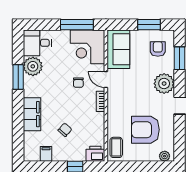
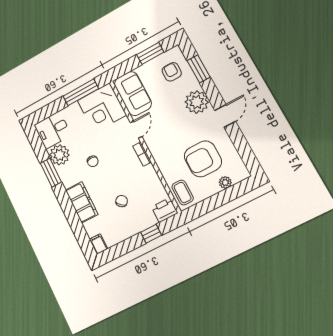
door: (106, 79) -> (136, 130), swing flipped
chair: (78, 83) -> (93, 161), moved
filing cabinet: (46, 154) -> (98, 244), moved
plant: (165, 156) -> (225, 182), moved

